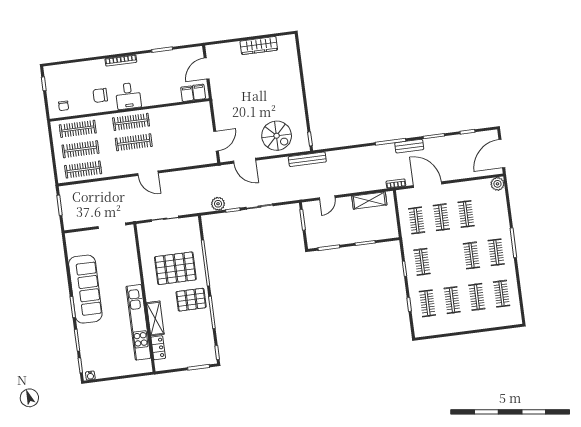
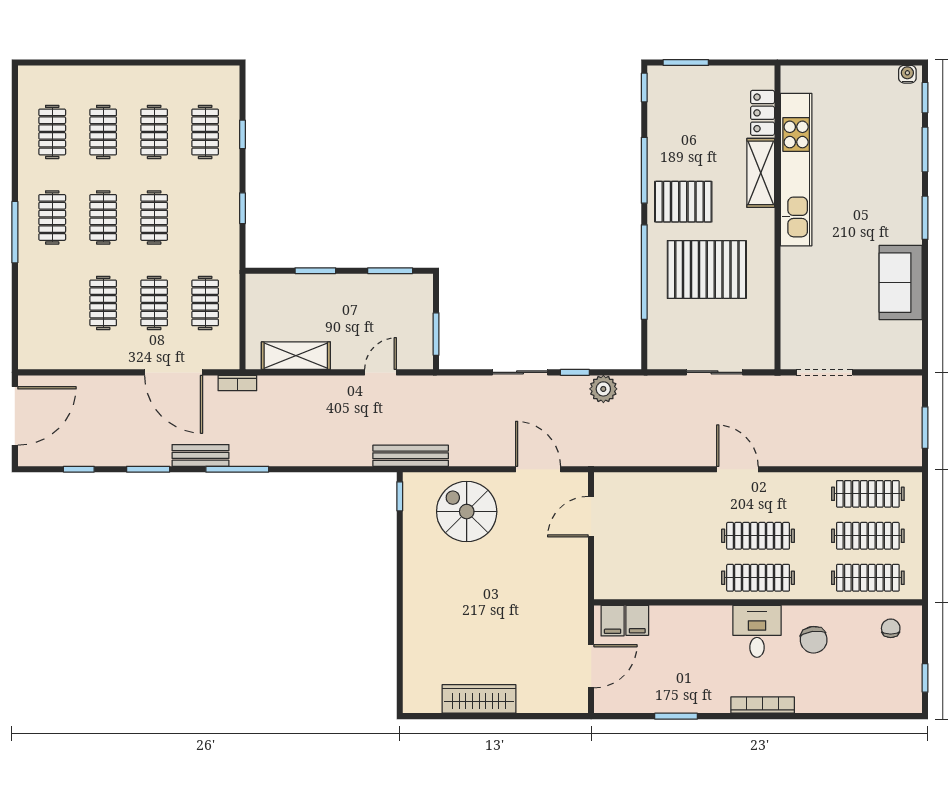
chair: (100, 95) -> (814, 640), turned 82
plant: (497, 184) -> (32, 356), removed
clothes rail: (422, 262) -> (154, 217), moved
sofa: (85, 289) -> (901, 283), width x0.54, depth x0.79

